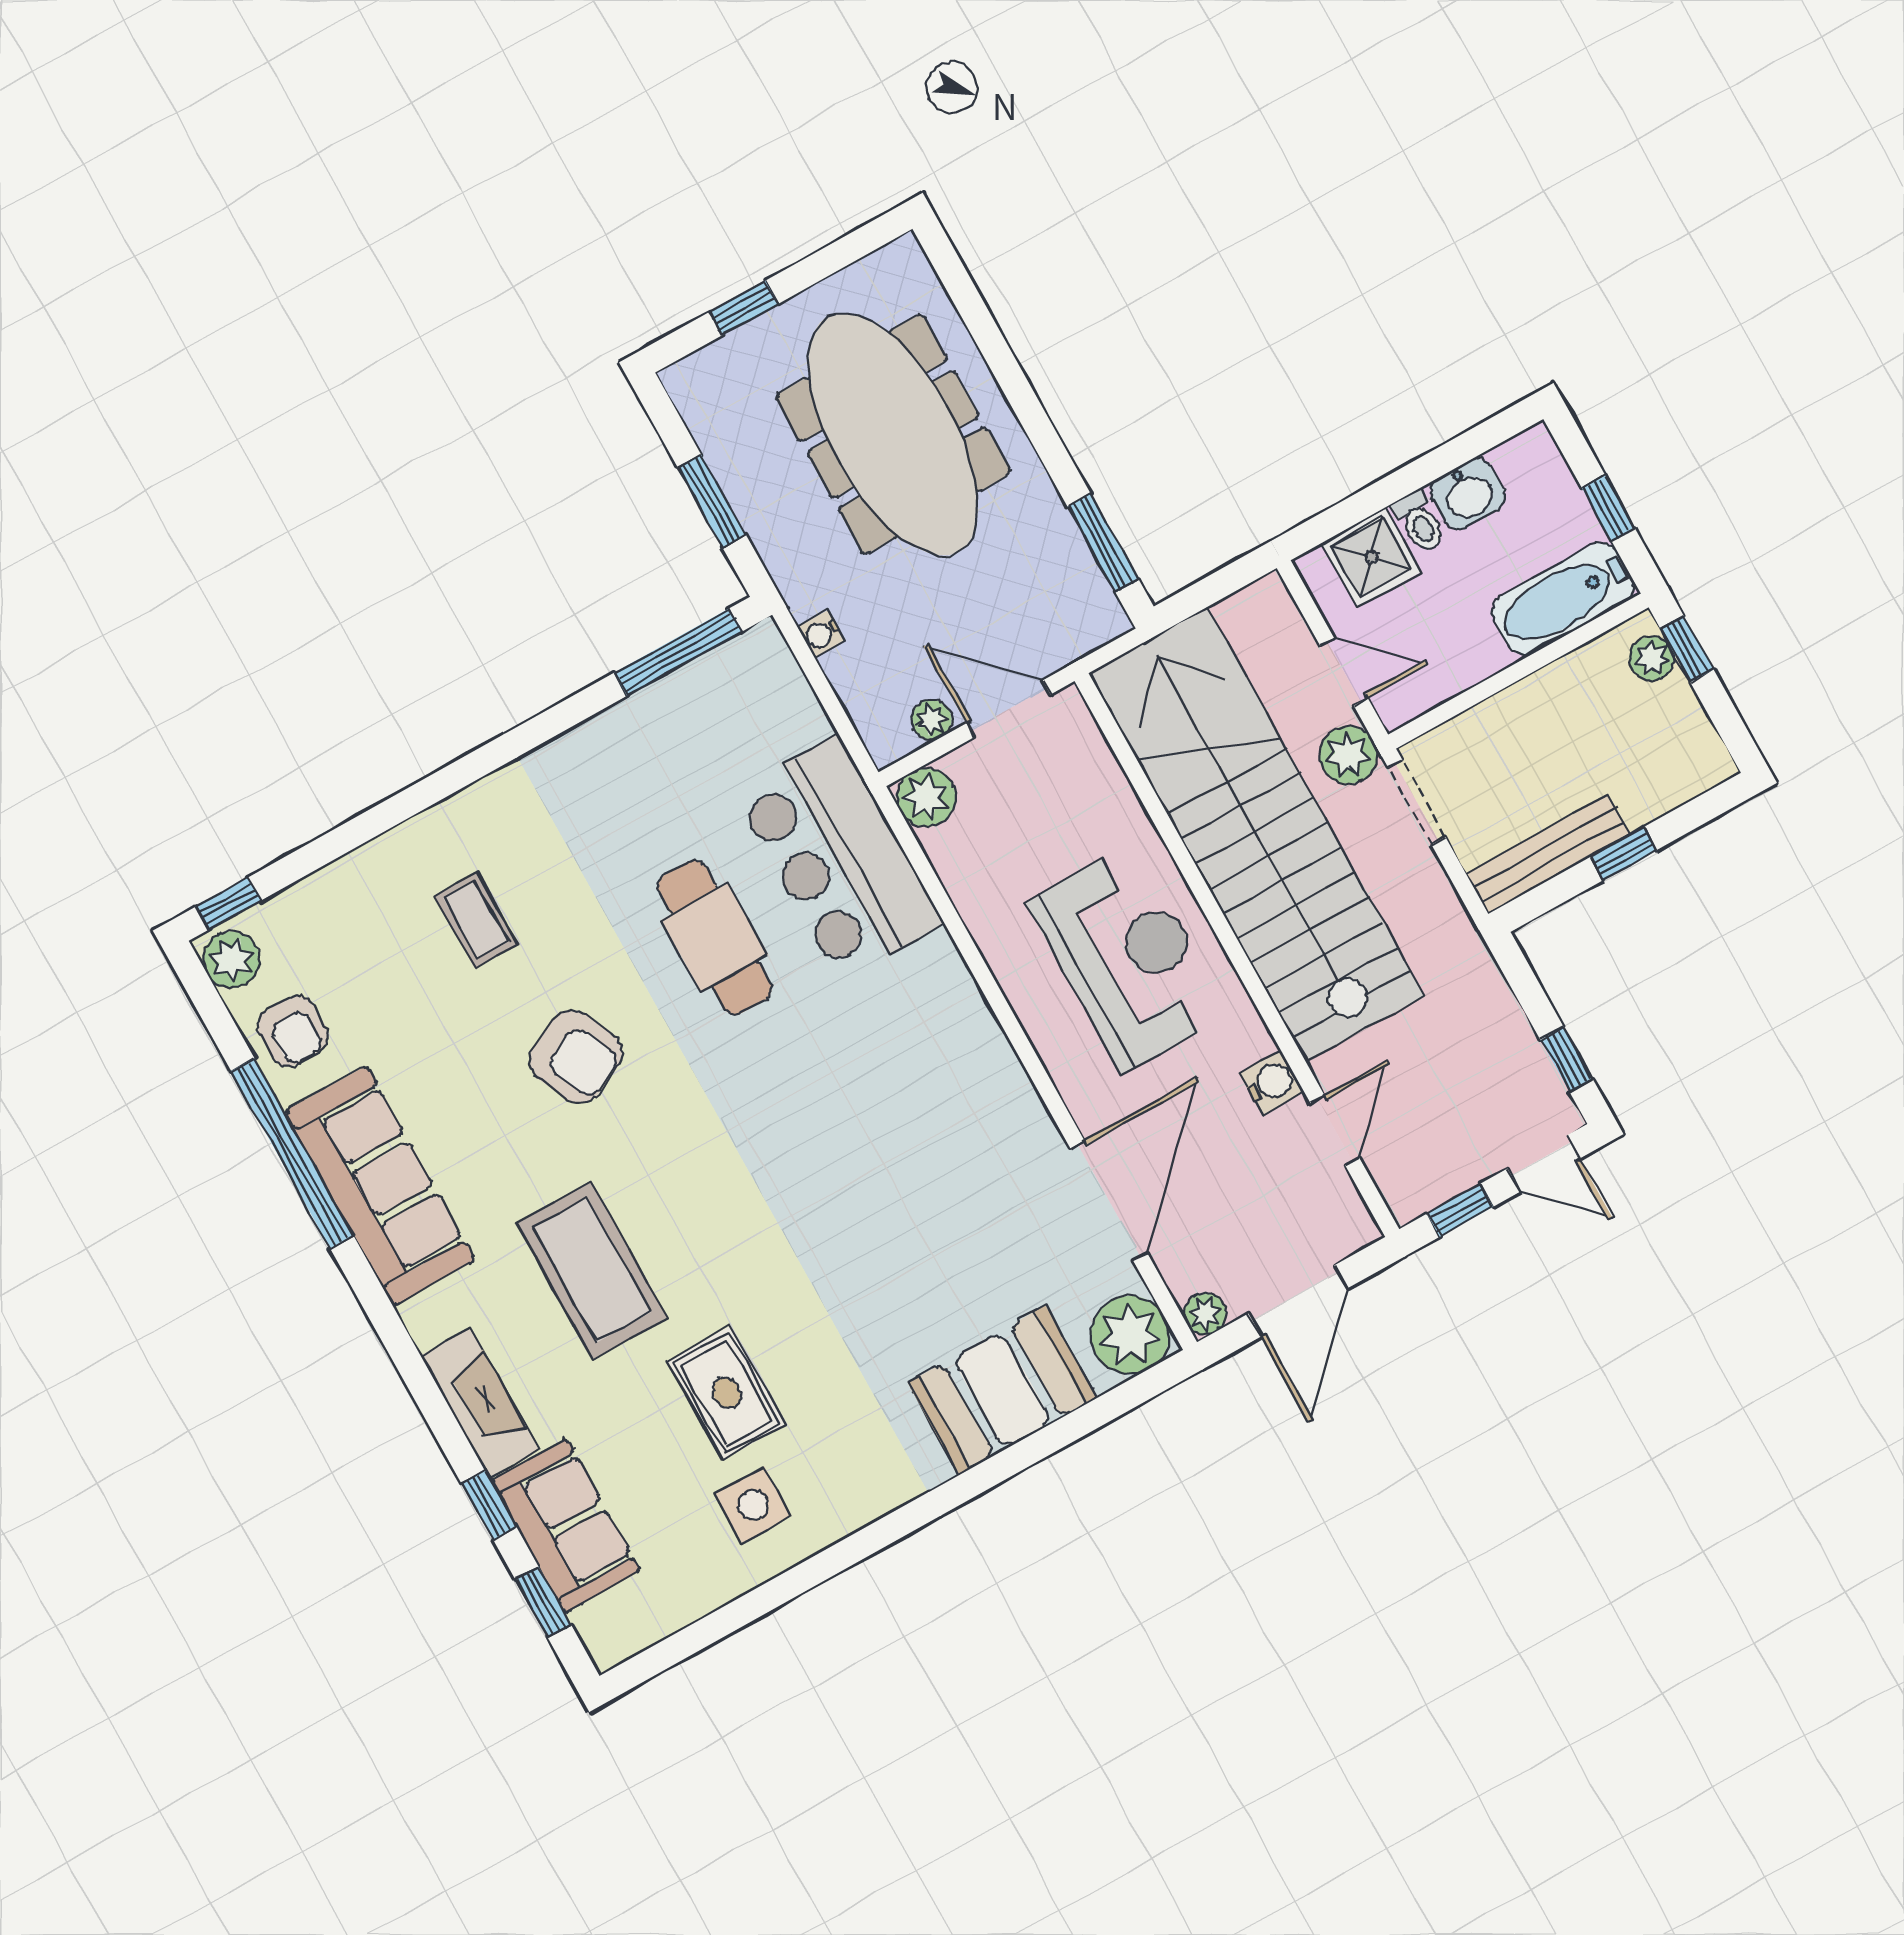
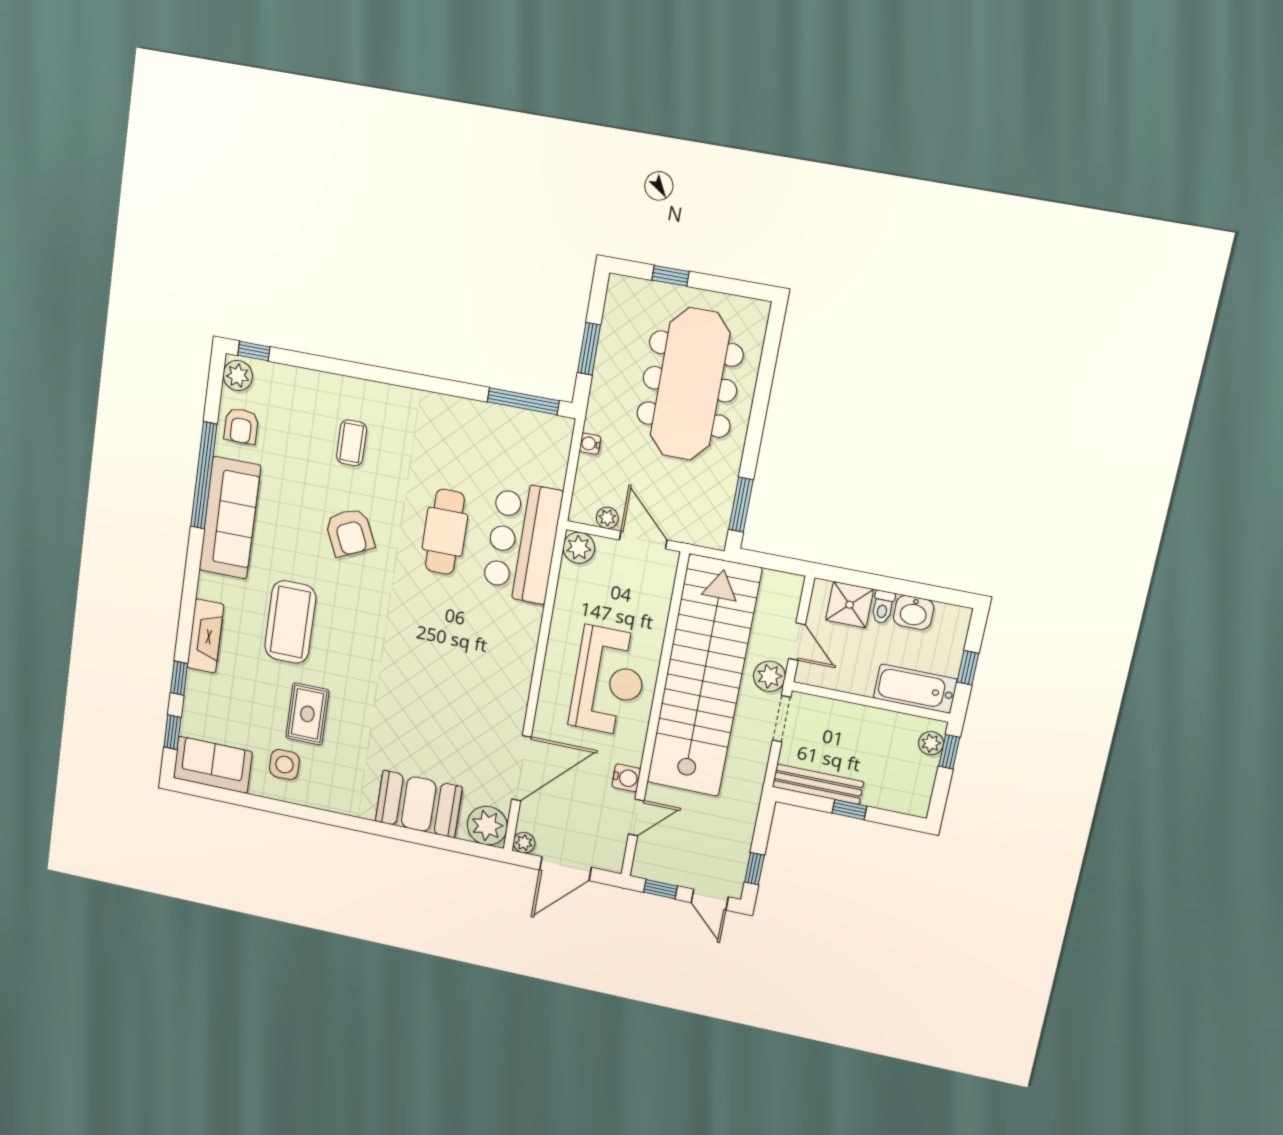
sofa: (566, 1526) -> (213, 765), moved, turned -90

